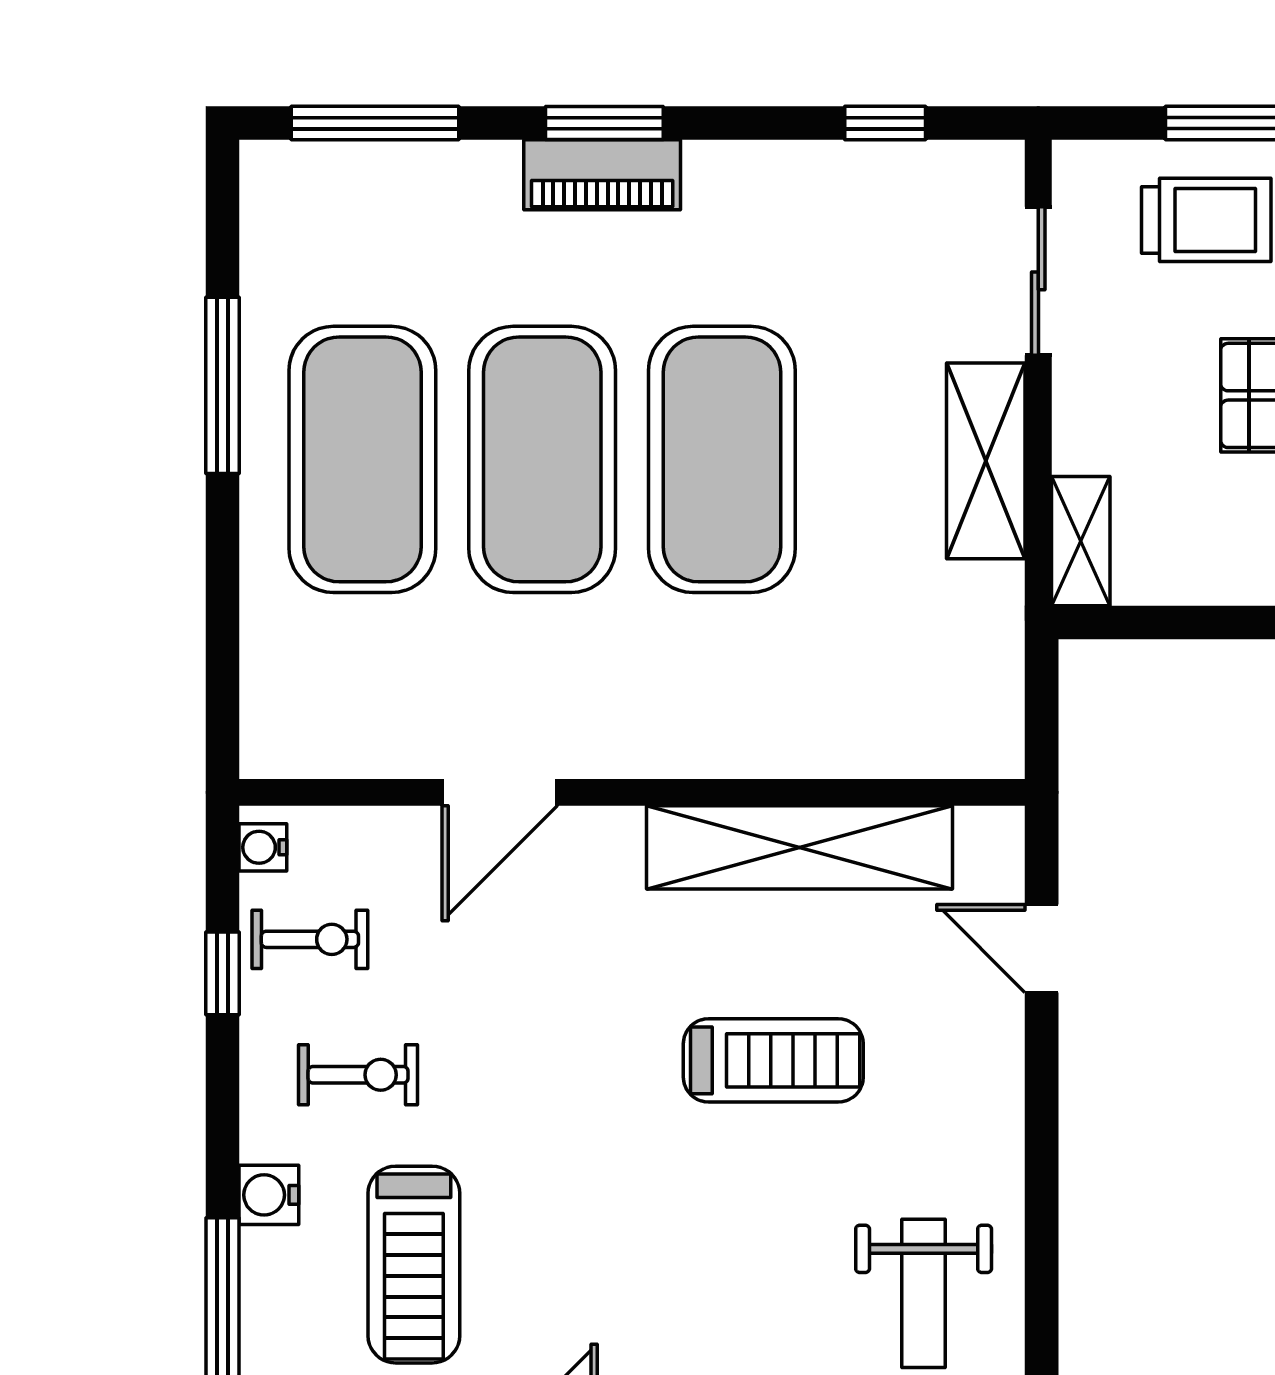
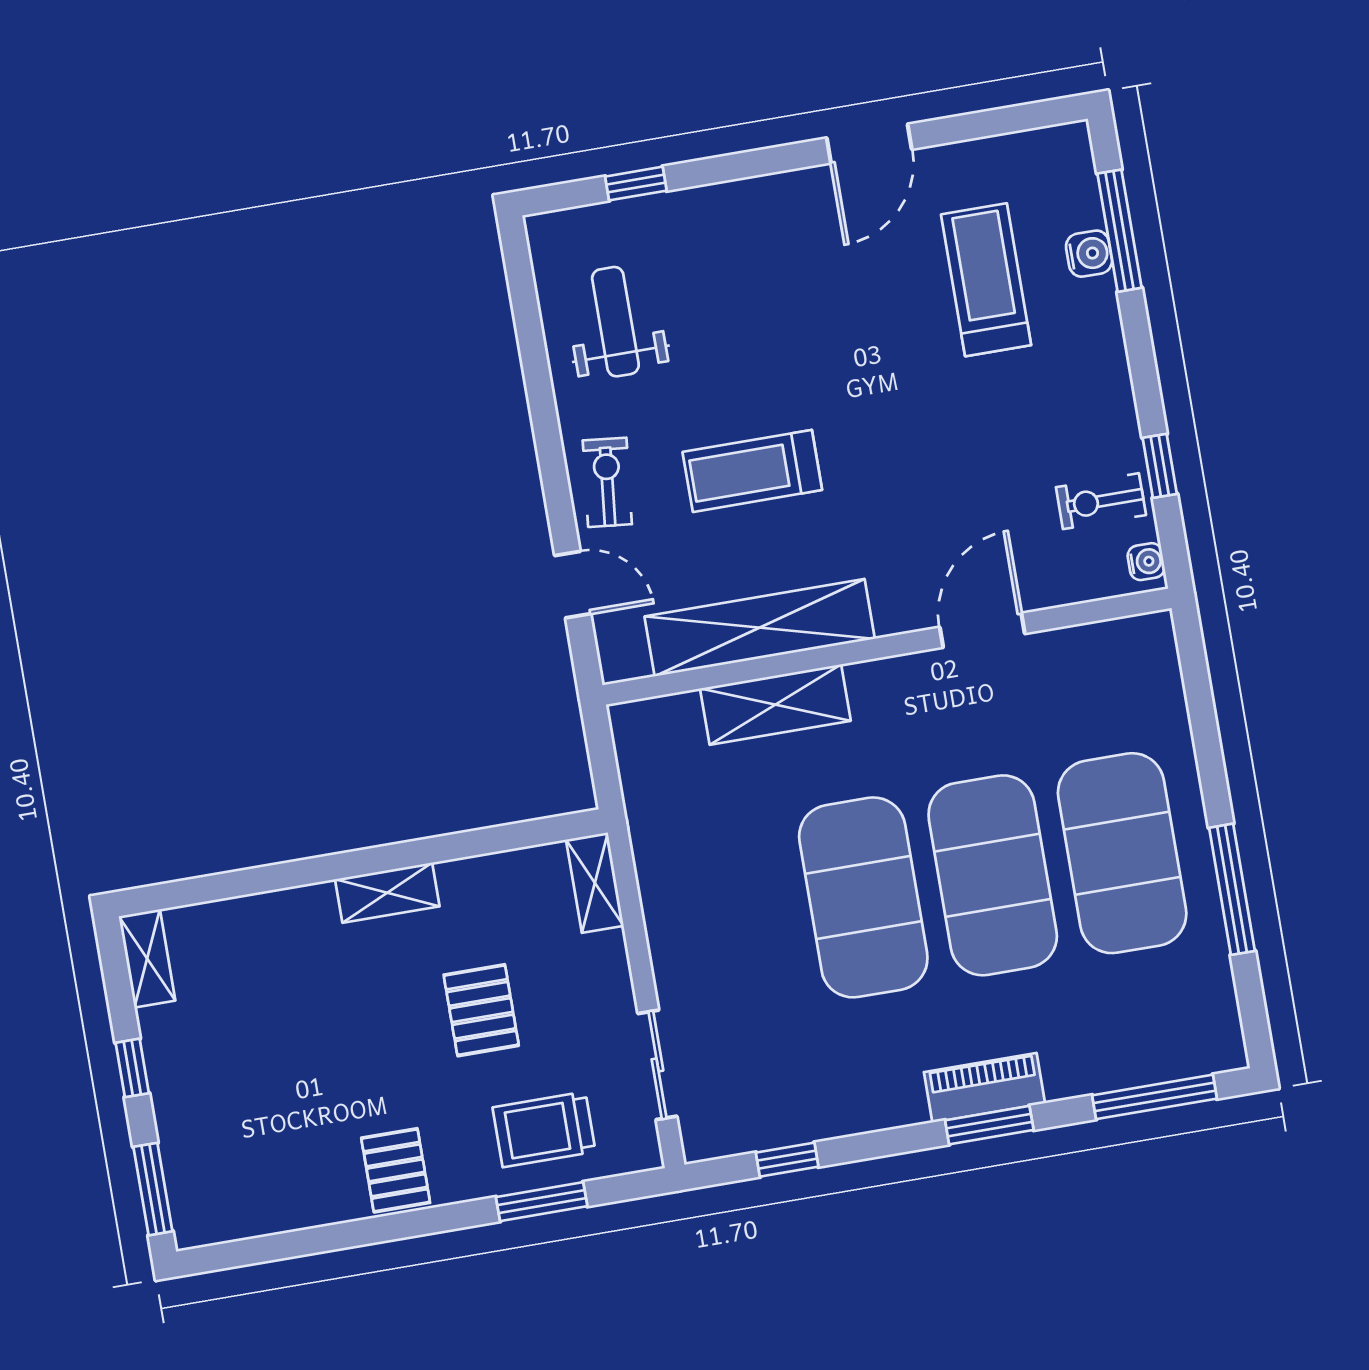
shelving: (986, 461) -> (775, 705), moved, turned 90
exercise bike: (358, 1075) -> (607, 482), moved, turned 96
water cooler: (269, 1195) -> (1089, 254), moved

